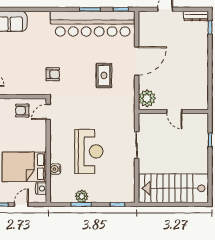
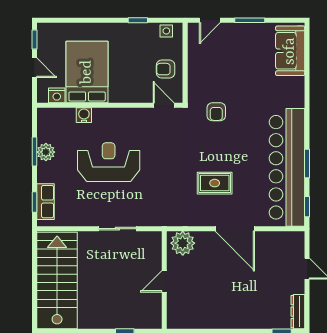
armchair: (22, 111) -> (166, 69), turned -90
reception desk: (89, 151) -> (109, 162), turned 180
row of seats: (117, 197) -> (46, 202), added

